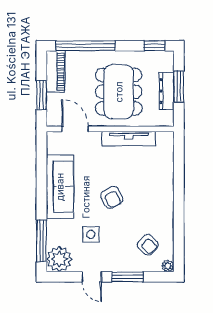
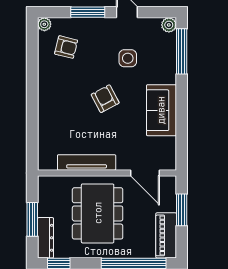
dresser: (167, 91) -> (45, 238), moved
sofa: (60, 187) -> (161, 110), width x0.73
armchair: (148, 245) -> (66, 47), turned 149
plant: (59, 259) -> (169, 25), width x0.53, depth x0.53

